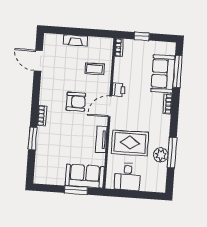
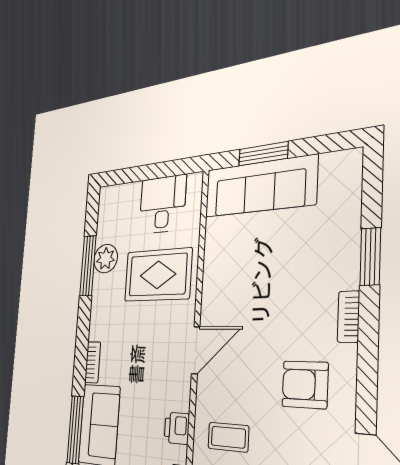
printer: (119, 90) -> (177, 428), moved
armchair: (76, 102) -> (305, 385), moved
tv unit: (101, 139) -> (212, 275), removed
sofa: (85, 176) -> (260, 187), width x1.36

